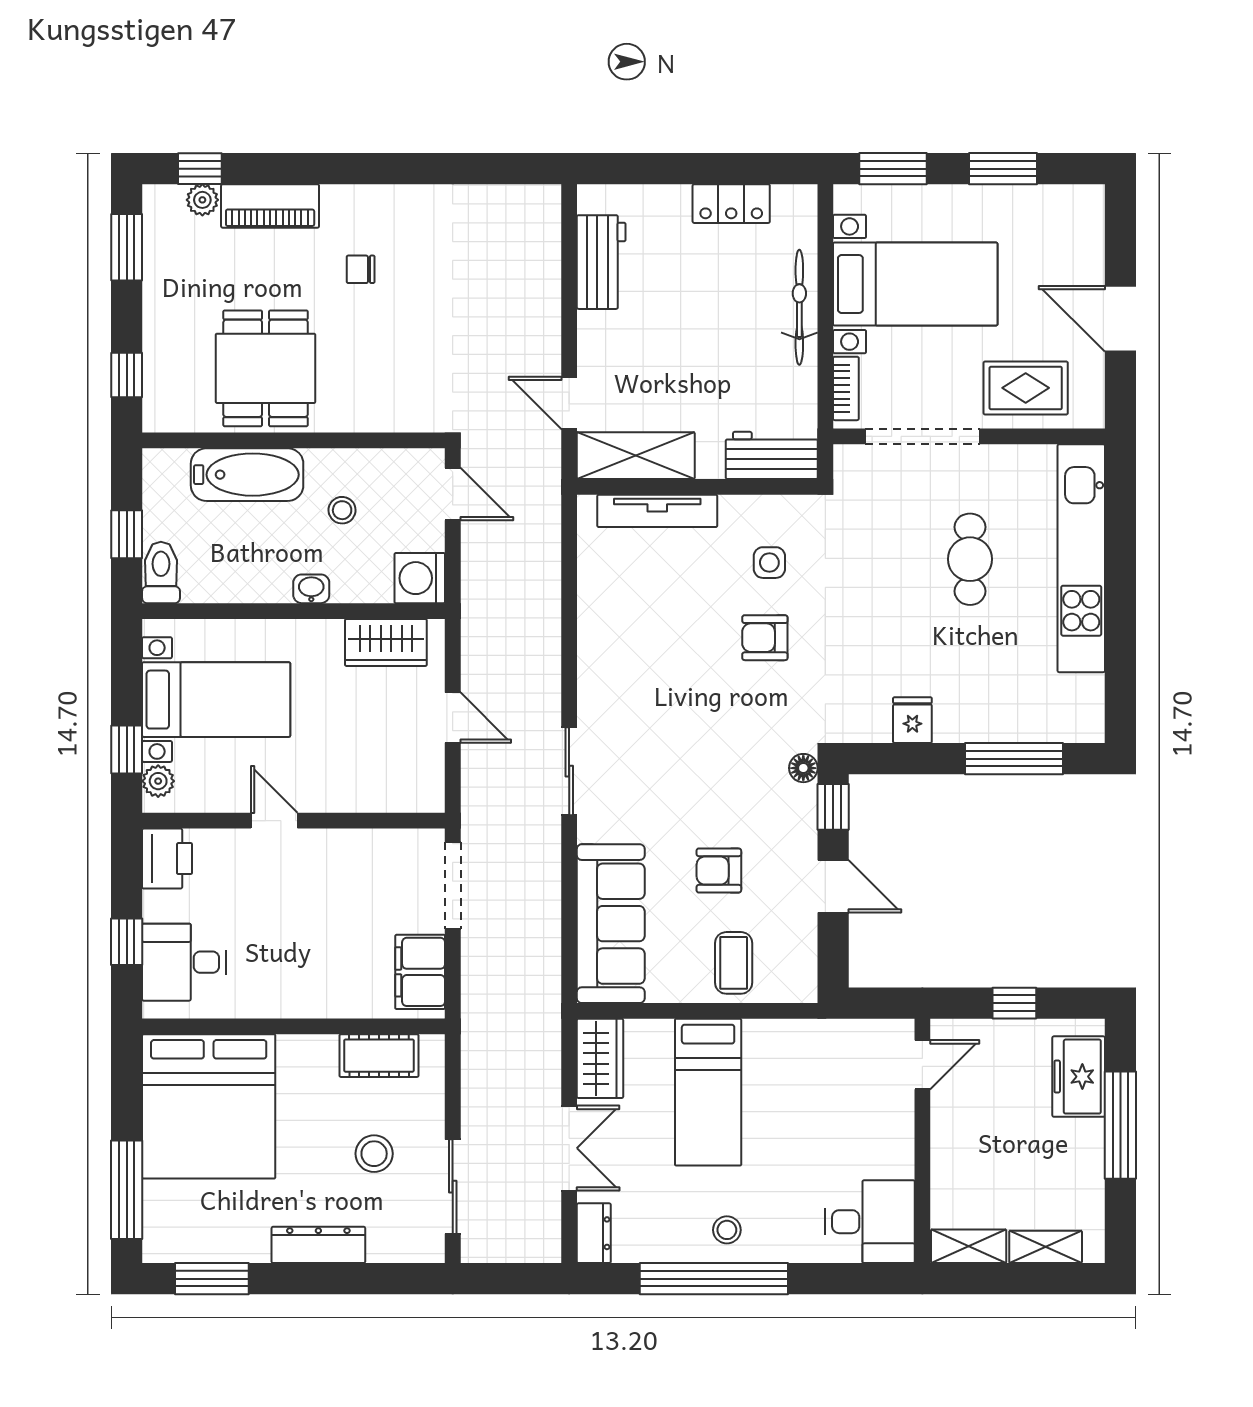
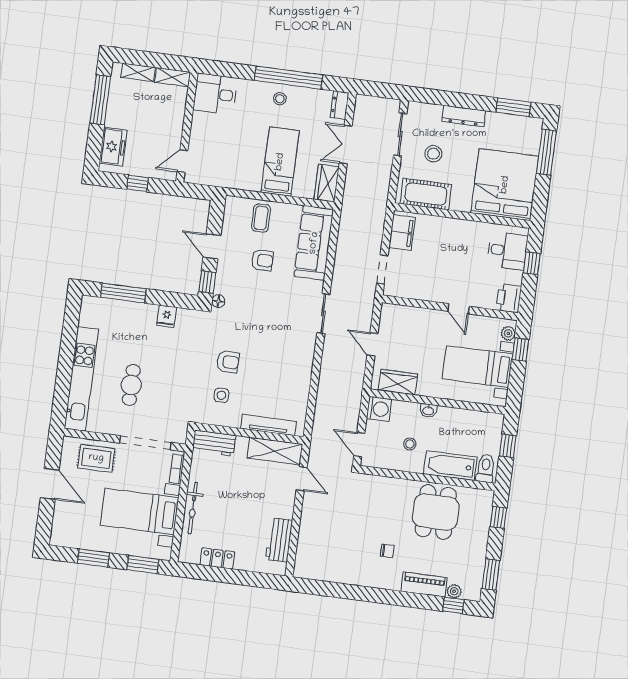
toilet: (161, 572) -> (486, 468), moved, turned 180
doorway: (453, 885) -> (382, 269), width x0.73
cot: (379, 1056) -> (426, 194), width x1.37, depth x1.34
window: (1120, 1125) -> (100, 100), moved

